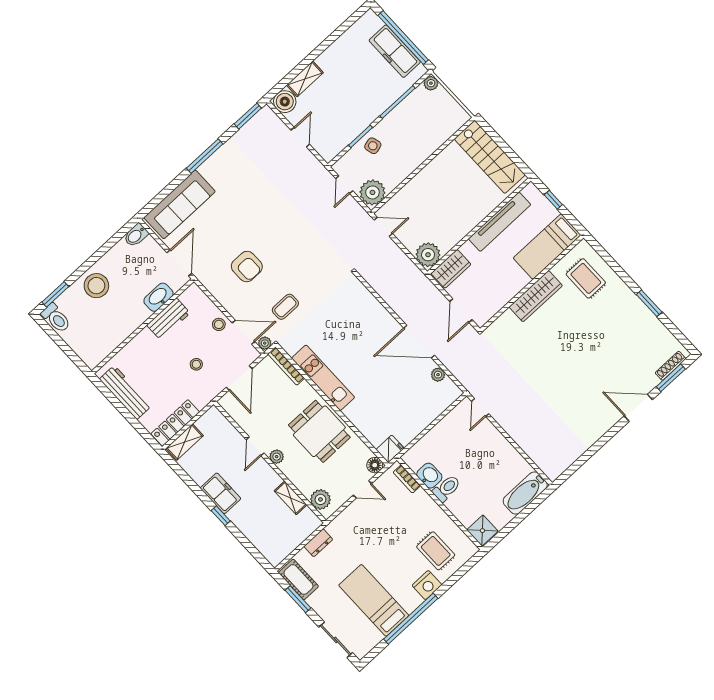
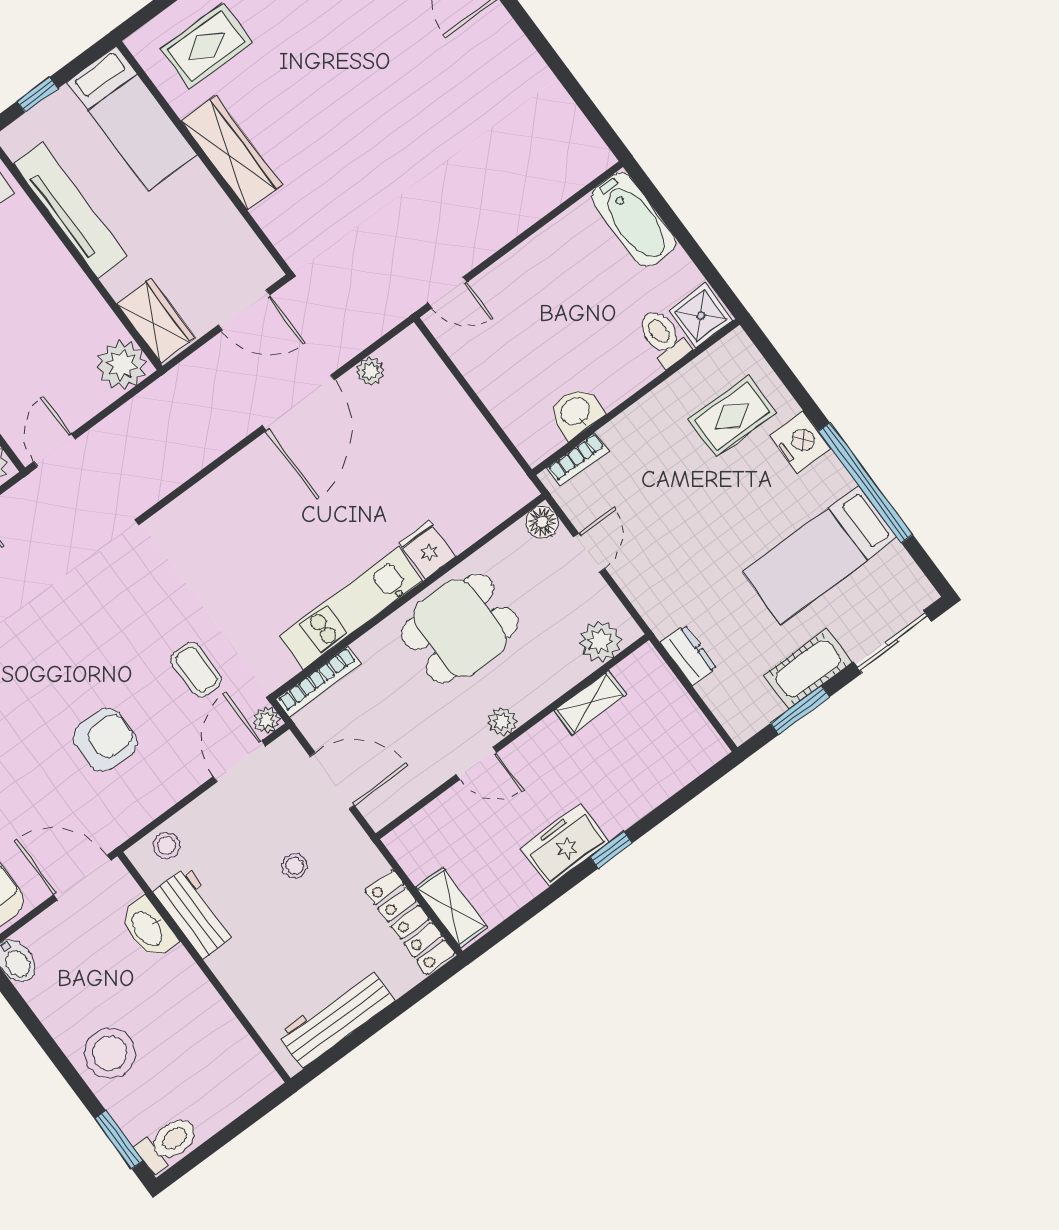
stool: (219, 324) -> (167, 845), moved
fridge: (390, 449) -> (427, 550), moved
toilet: (446, 488) -> (663, 337), moved
cot: (298, 579) -> (808, 669), moved

